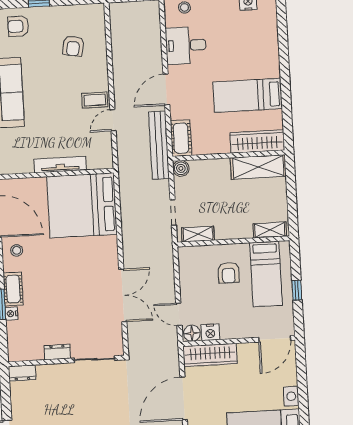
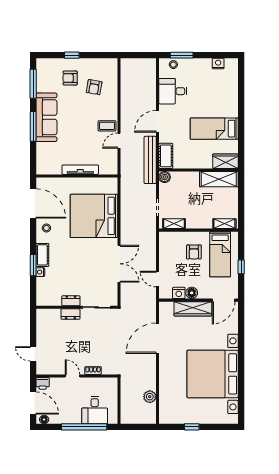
armchair: (18, 26) -> (70, 78), moved
wardrobe: (257, 141) -> (225, 161), width x0.67
bed: (82, 205) -> (94, 216), moved
floor lamp: (192, 333) -> (192, 293), moved
wardrobe: (210, 355) -> (193, 309), moved
dresser: (22, 373) -> (70, 314), moved

